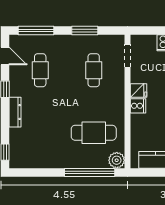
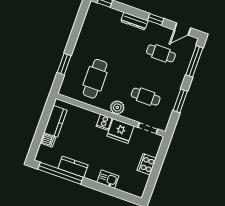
fridge: (139, 91) -> (120, 131), width x1.88, depth x1.34
plant: (117, 160) -> (117, 107), moved
window: (90, 172) -> (64, 64), width x0.47

